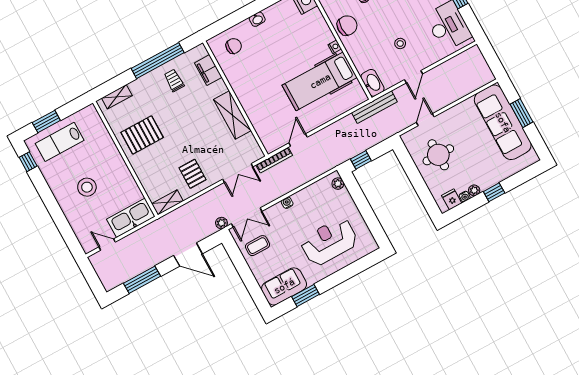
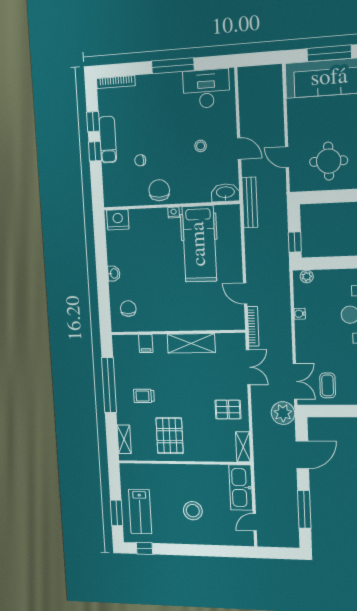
filing cabinet: (208, 70) -> (146, 344), width x0.50
trolley: (174, 80) -> (144, 396), moved
window: (521, 113) -> (329, 53), width x1.44
water cooler: (287, 203) -> (300, 314), moved
plant: (221, 223) -> (283, 413), width x1.88, depth x1.88

